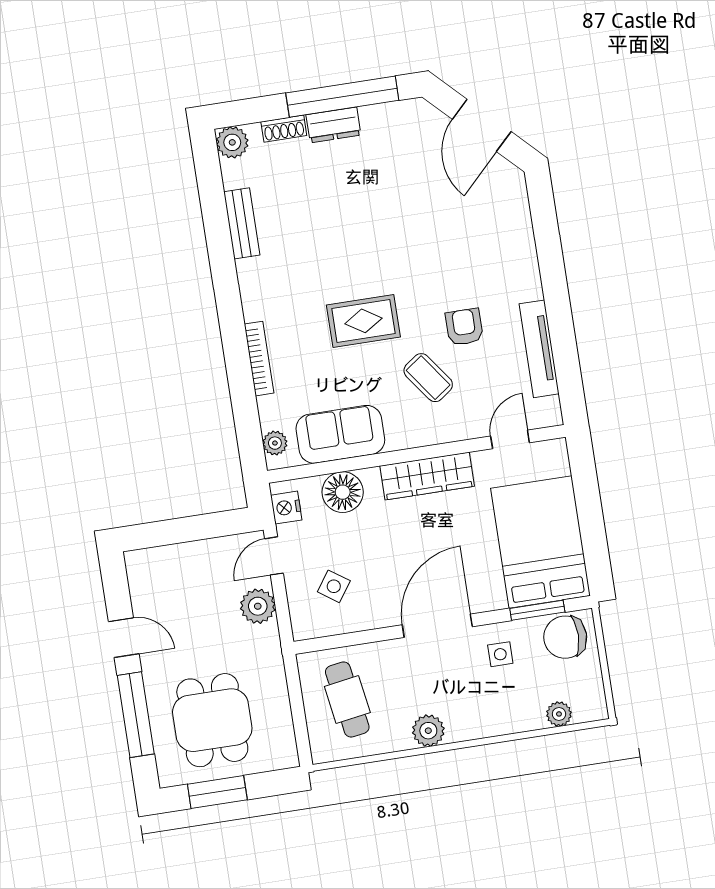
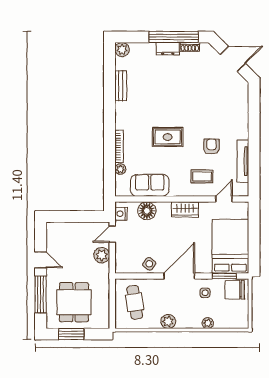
door: (482, 125) -> (233, 59), swing flipped
shoe rack: (284, 129) -> (190, 47), moved
coffee table: (428, 378) -> (202, 176), moved, turned -54
plant: (275, 443) -> (120, 169), moved
wardrobe: (427, 476) -> (185, 209), width x0.67
side table: (334, 586) -> (149, 264), moved
plant: (559, 714) -> (208, 323), moved

